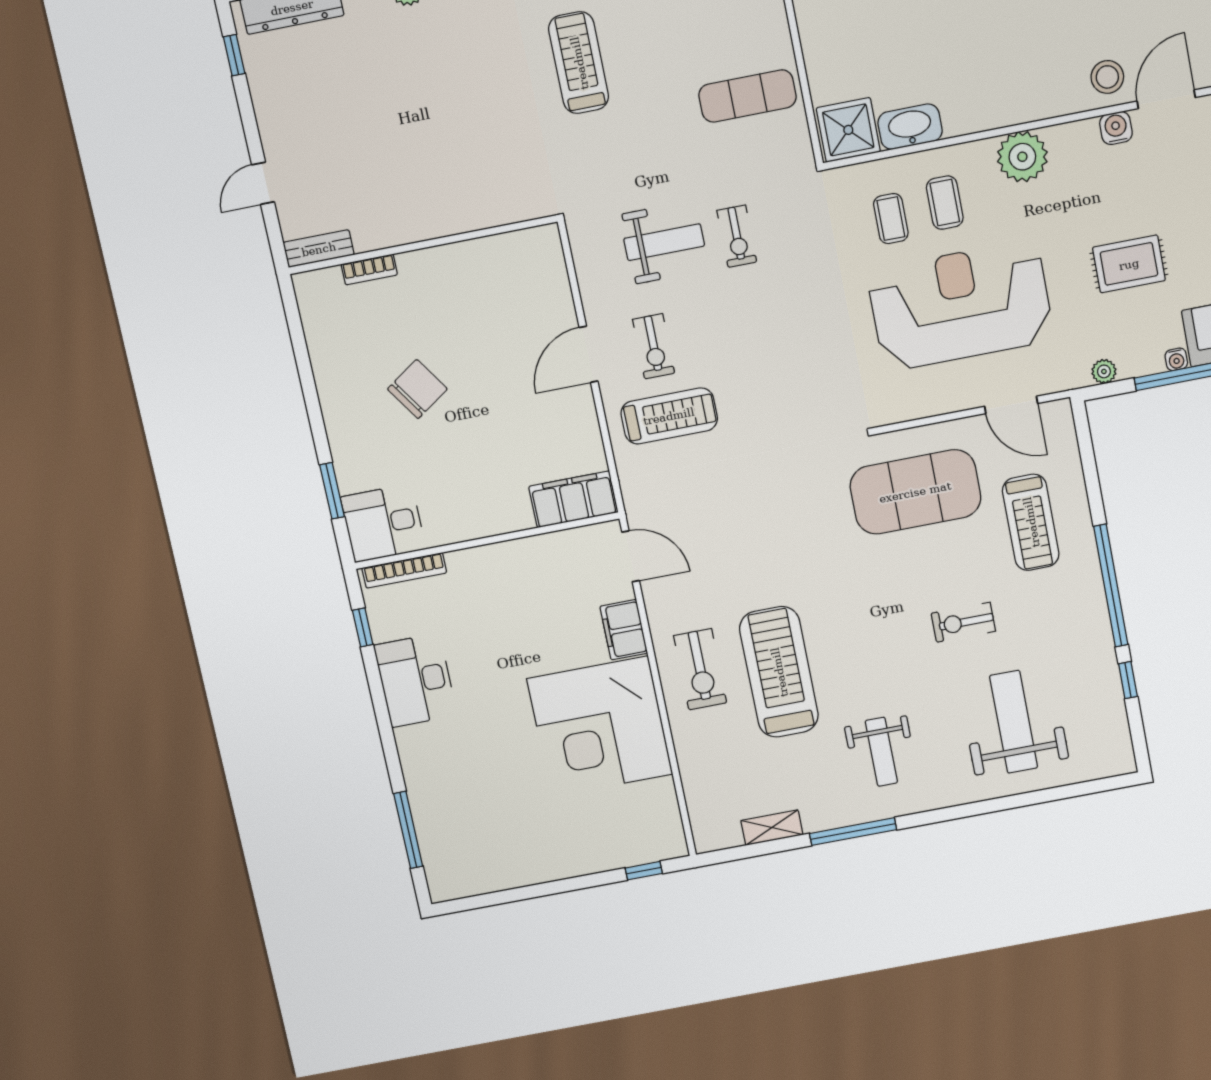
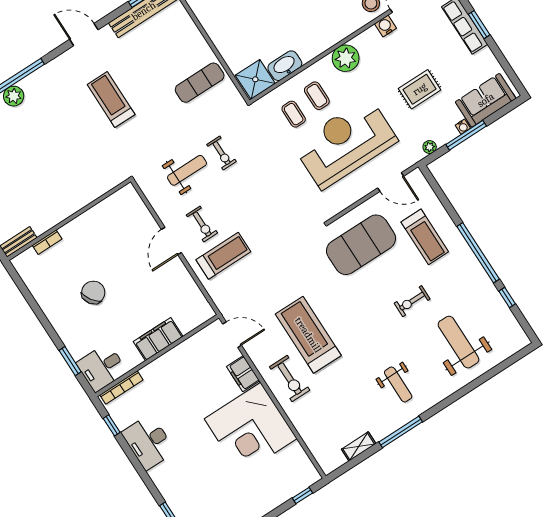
filing cabinet: (573, 499) -> (158, 339), moved
treadmill: (779, 672) -> (308, 335), moved

